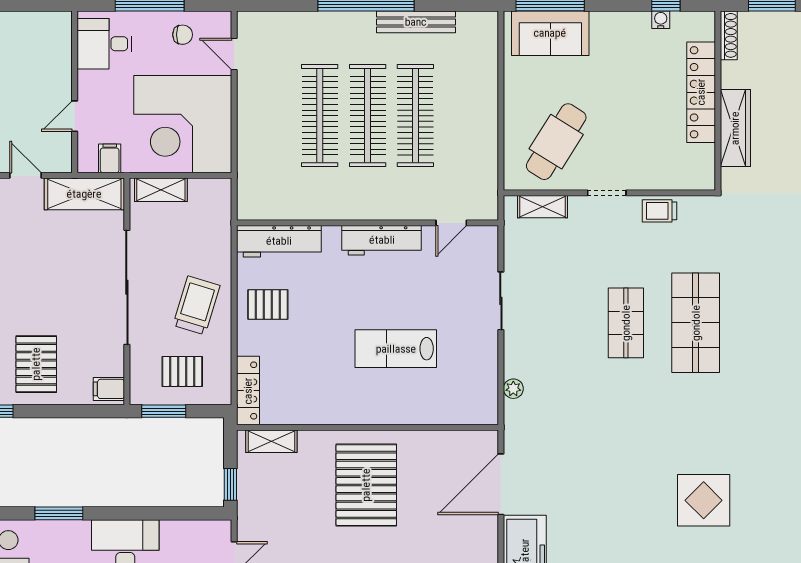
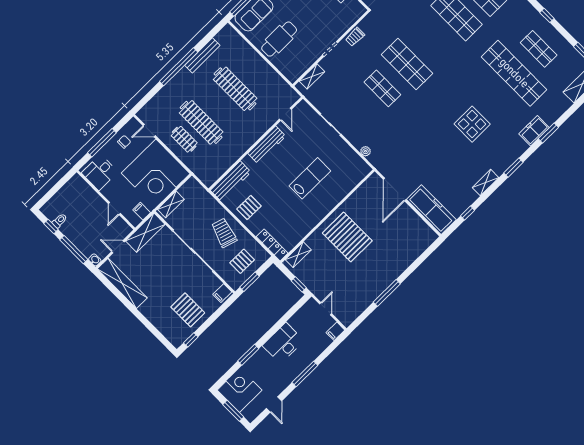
clothes rail: (368, 116) -> (184, 139), moved, width x0.54, depth x0.76
cafe table: (556, 142) -> (279, 39), moved, turned 58
lab bench: (396, 349) -> (310, 178), turned 180

